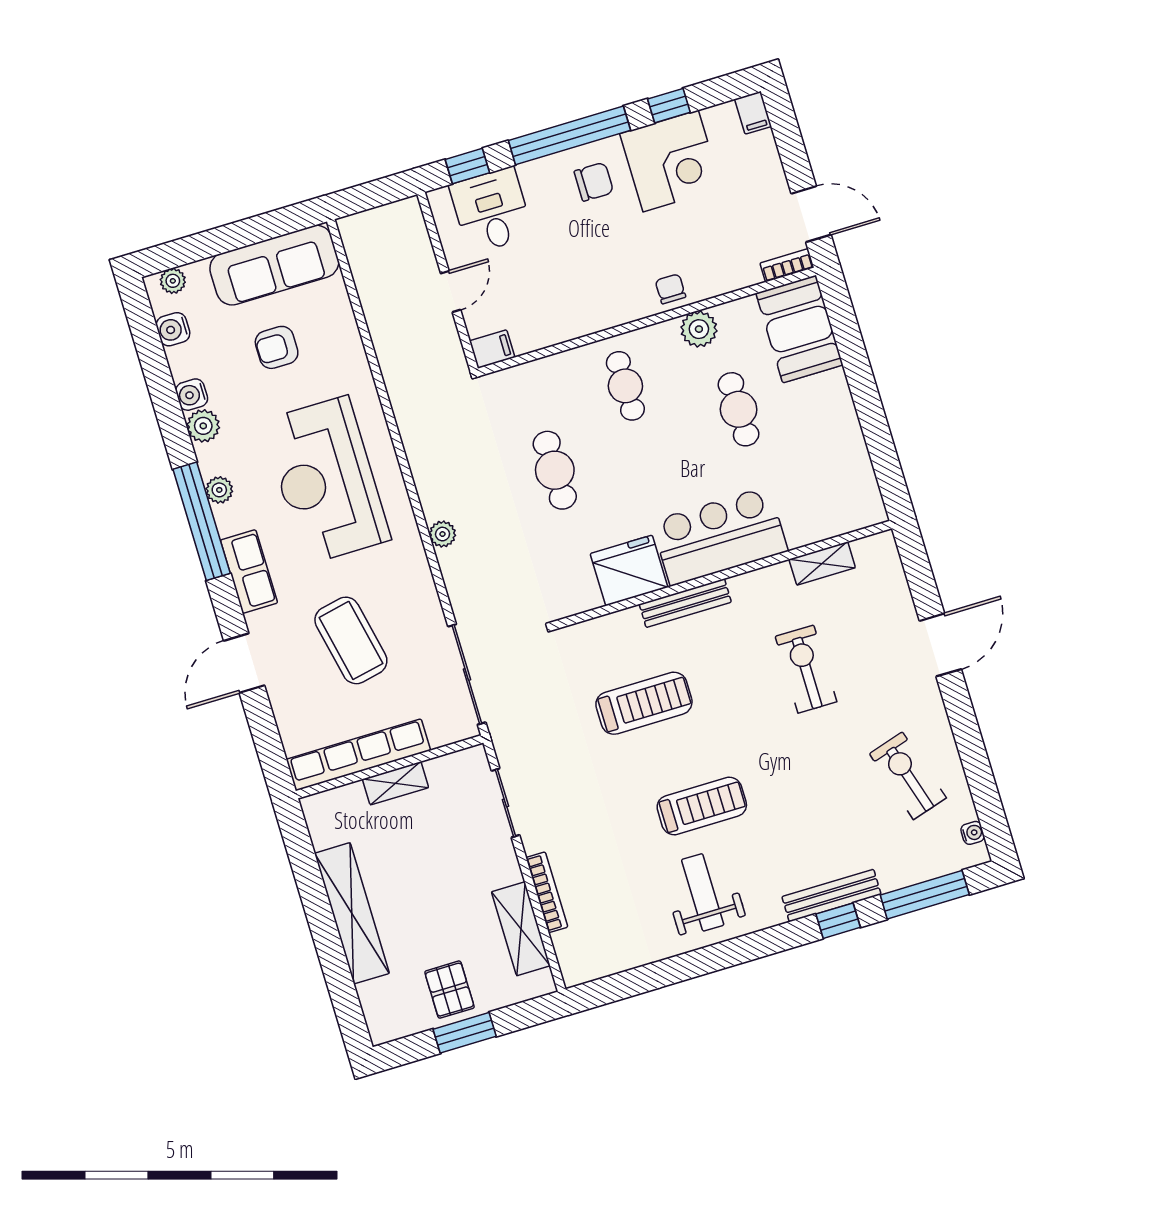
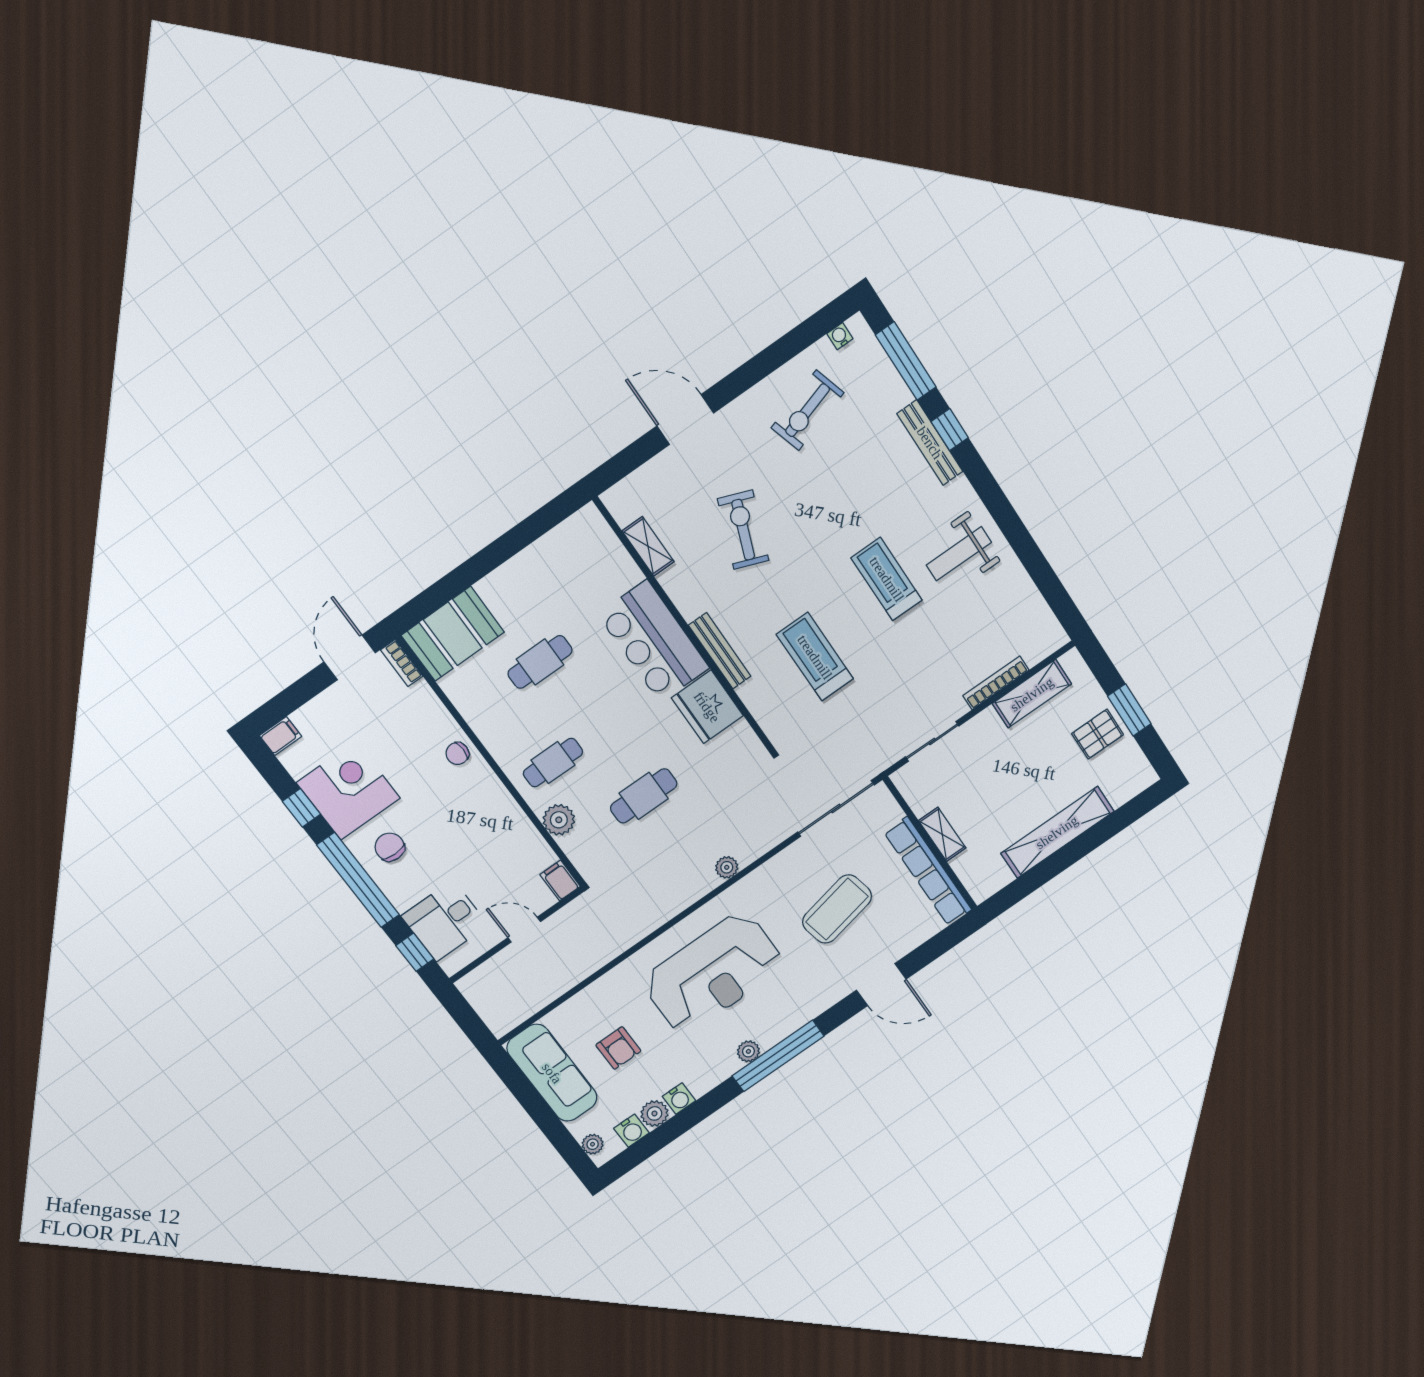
plant: (699, 329) -> (559, 820), moved
plant: (203, 426) -> (654, 1113), moved
row of seats: (249, 572) -> (807, 1006), removed
exercise bike: (806, 669) -> (743, 530), turned 111

